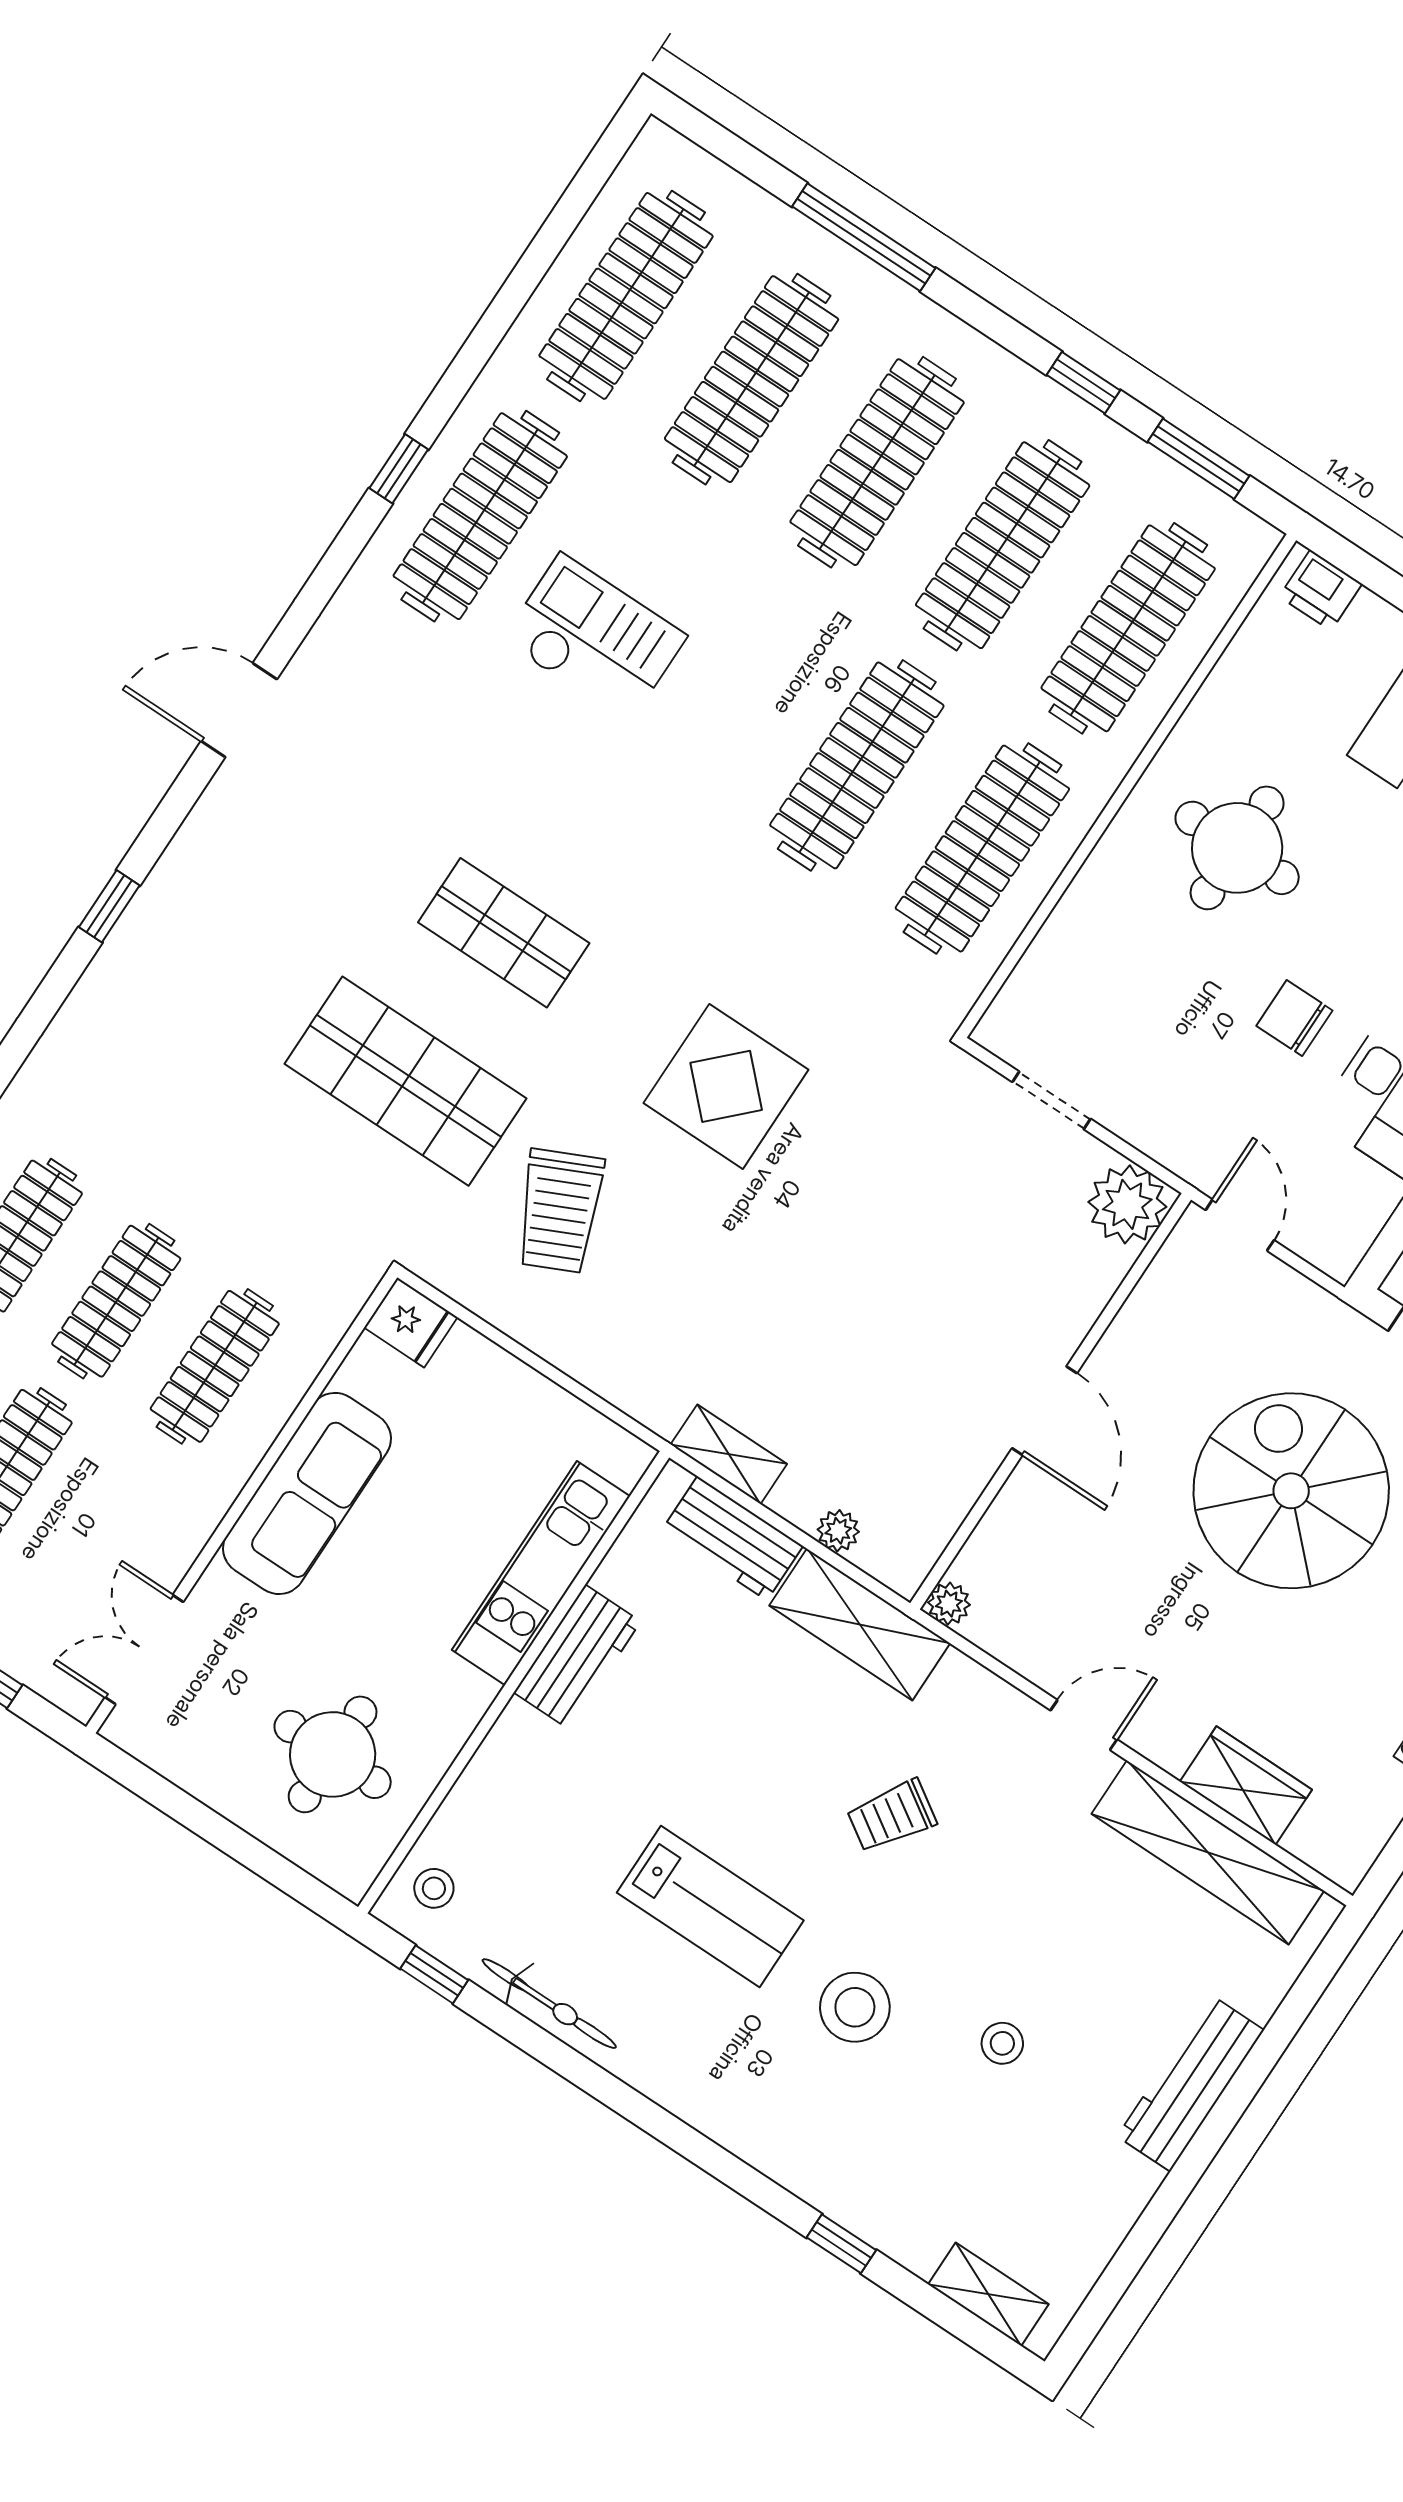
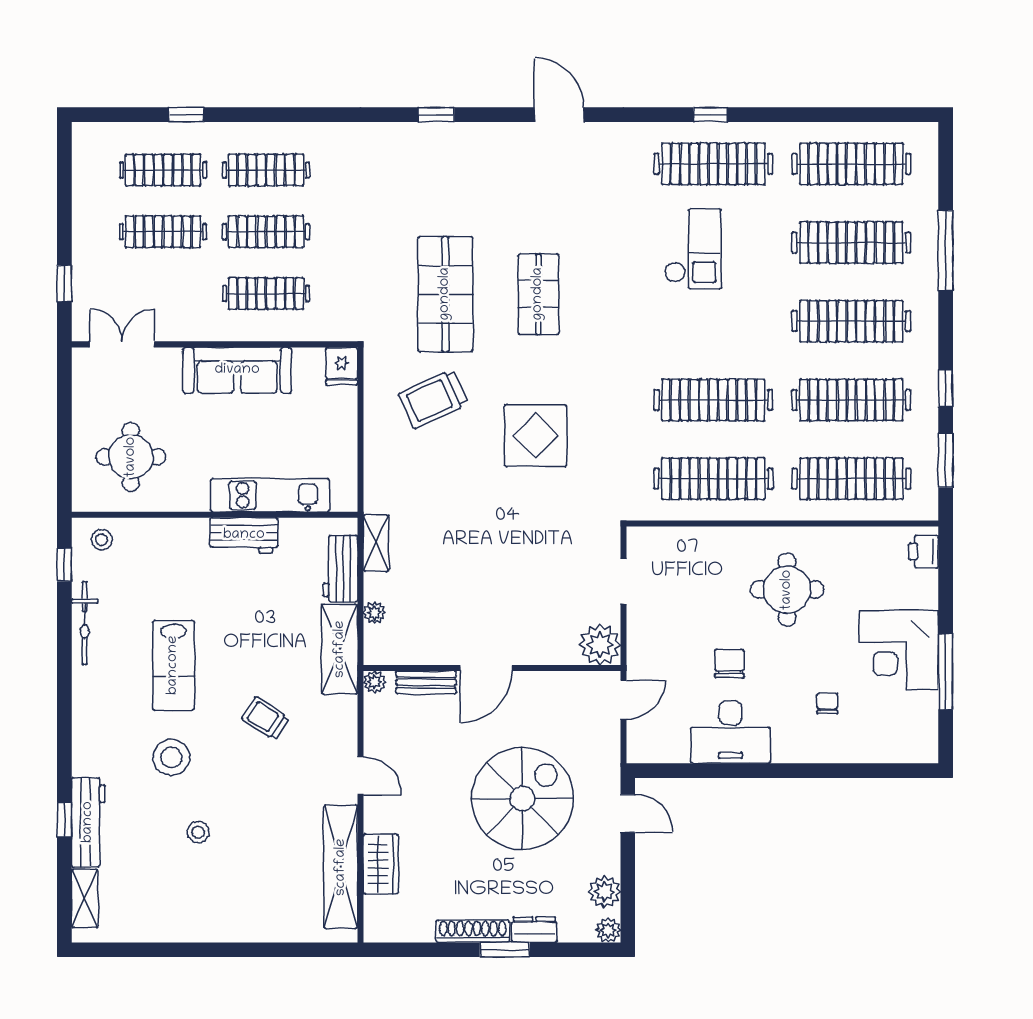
bench: (1004, 1522) -> (426, 682), added
workbench: (1191, 2083) -> (88, 822), moved, turned 90

